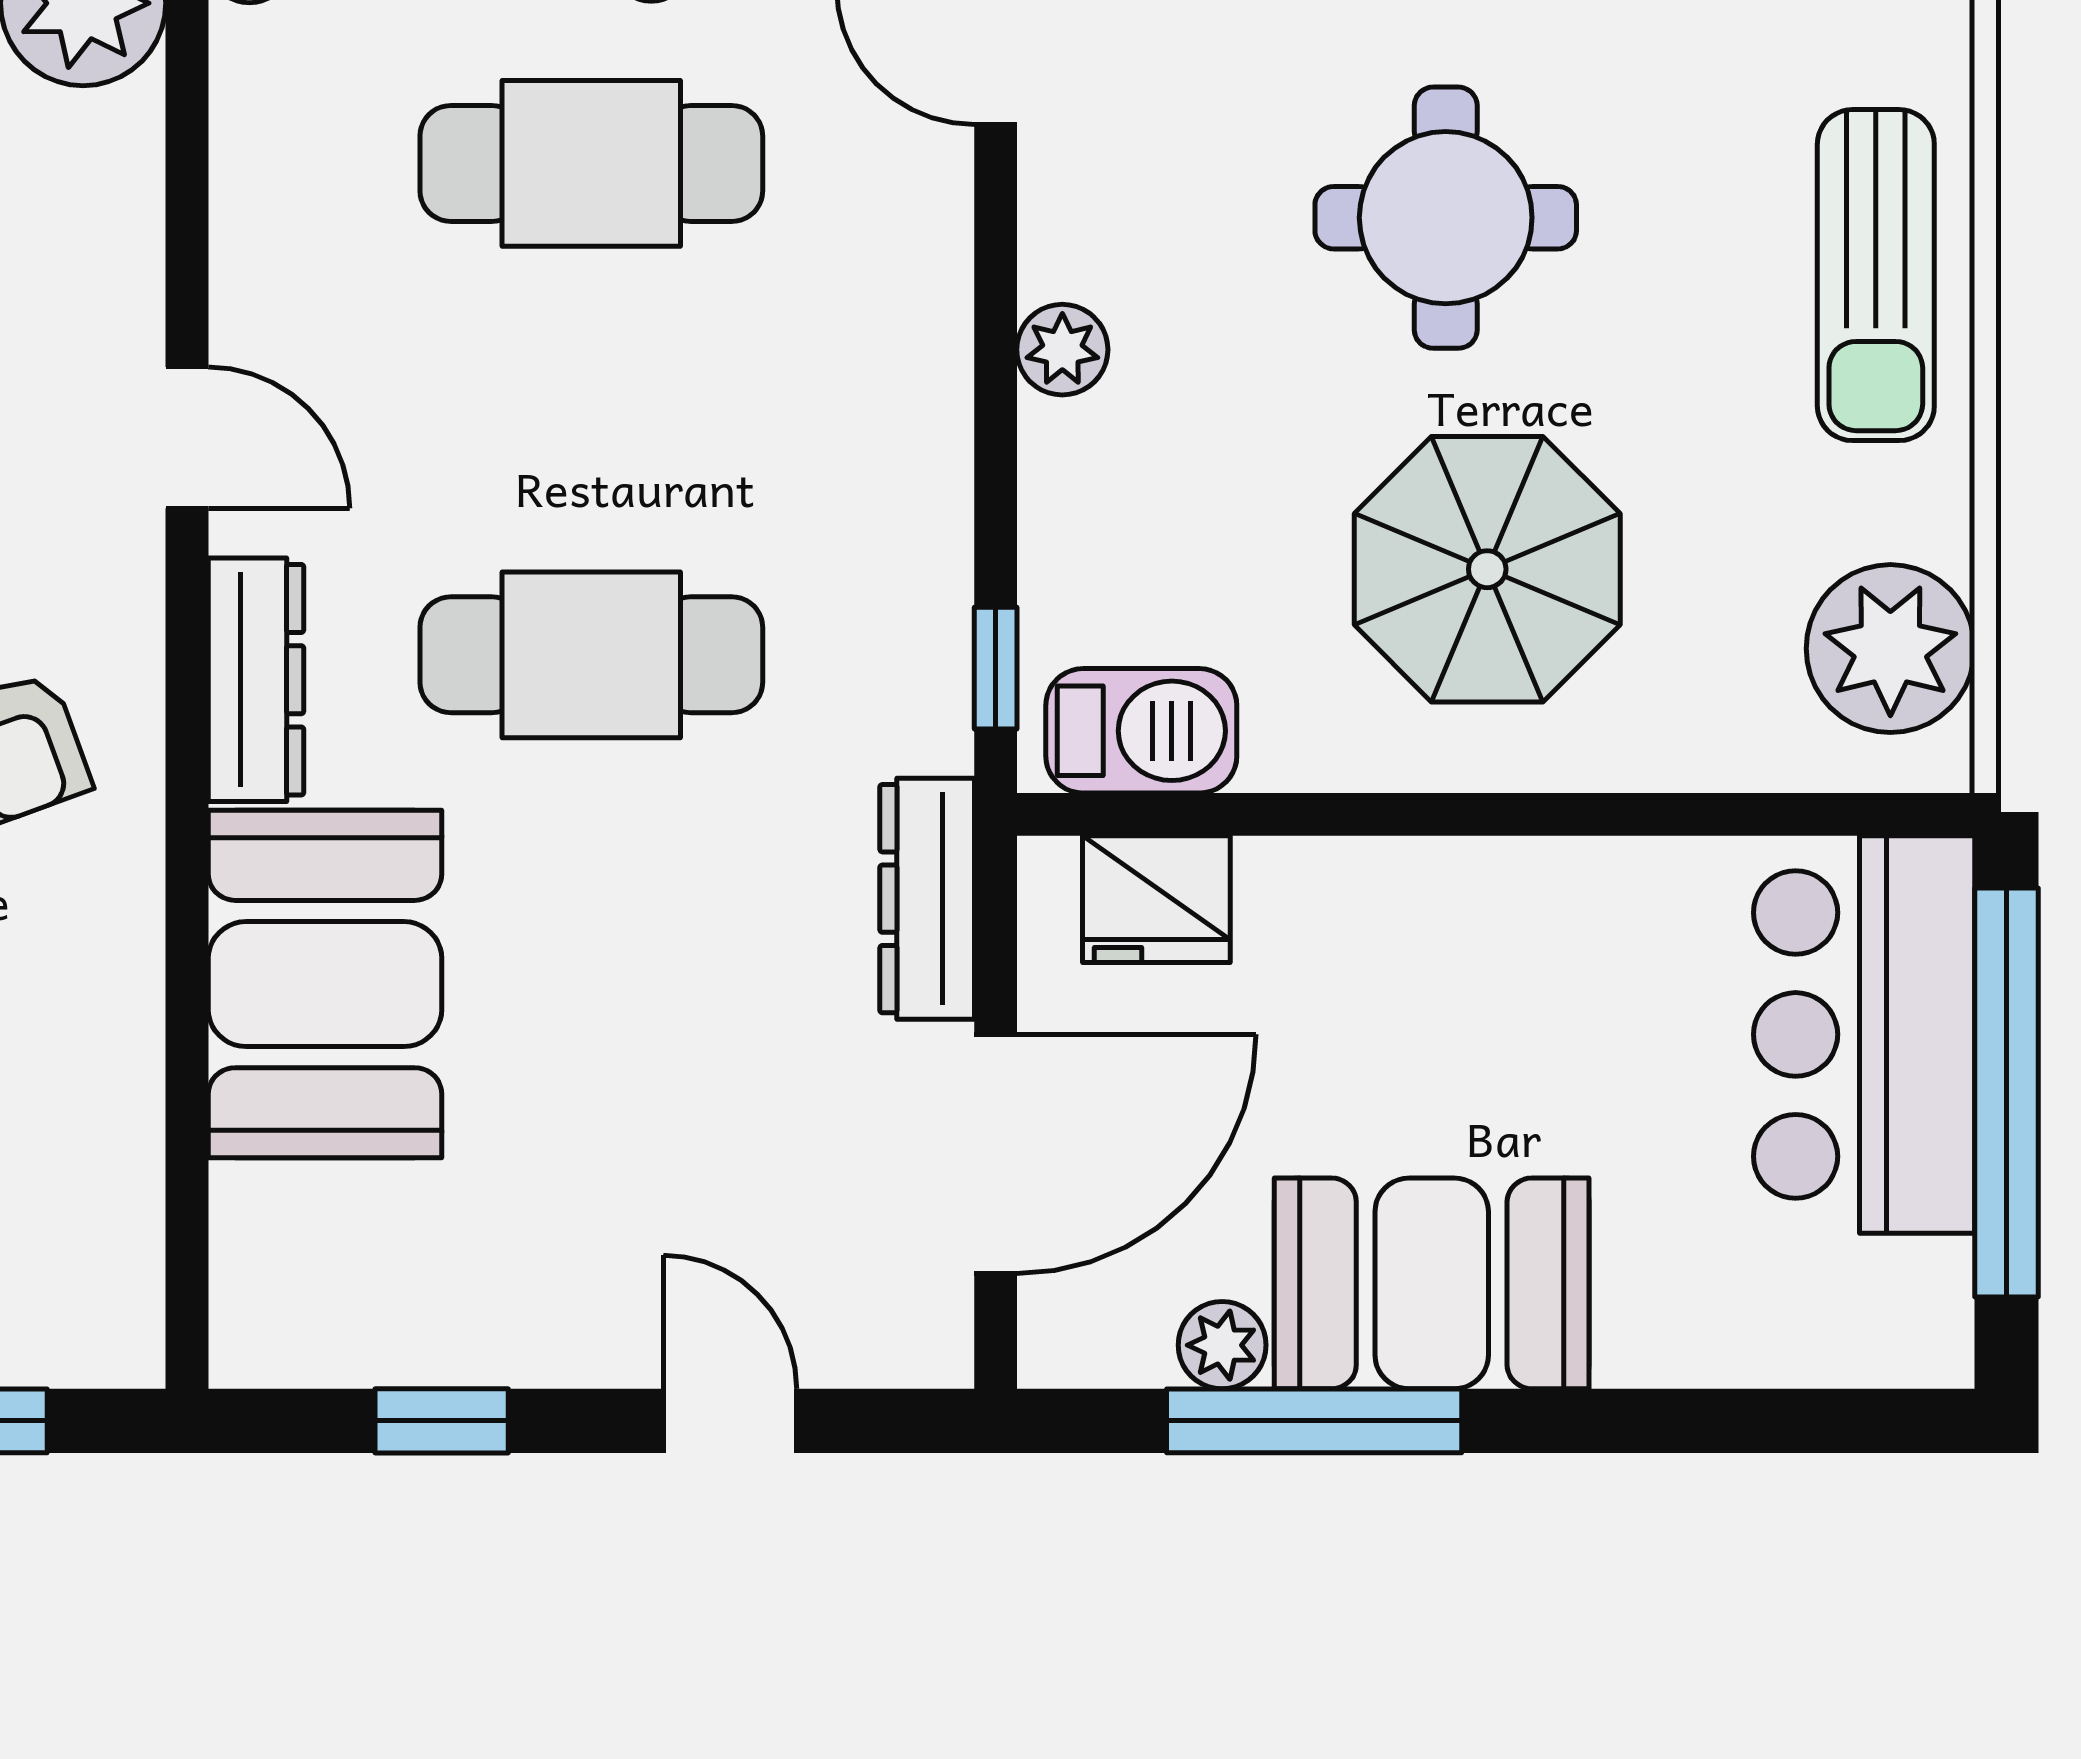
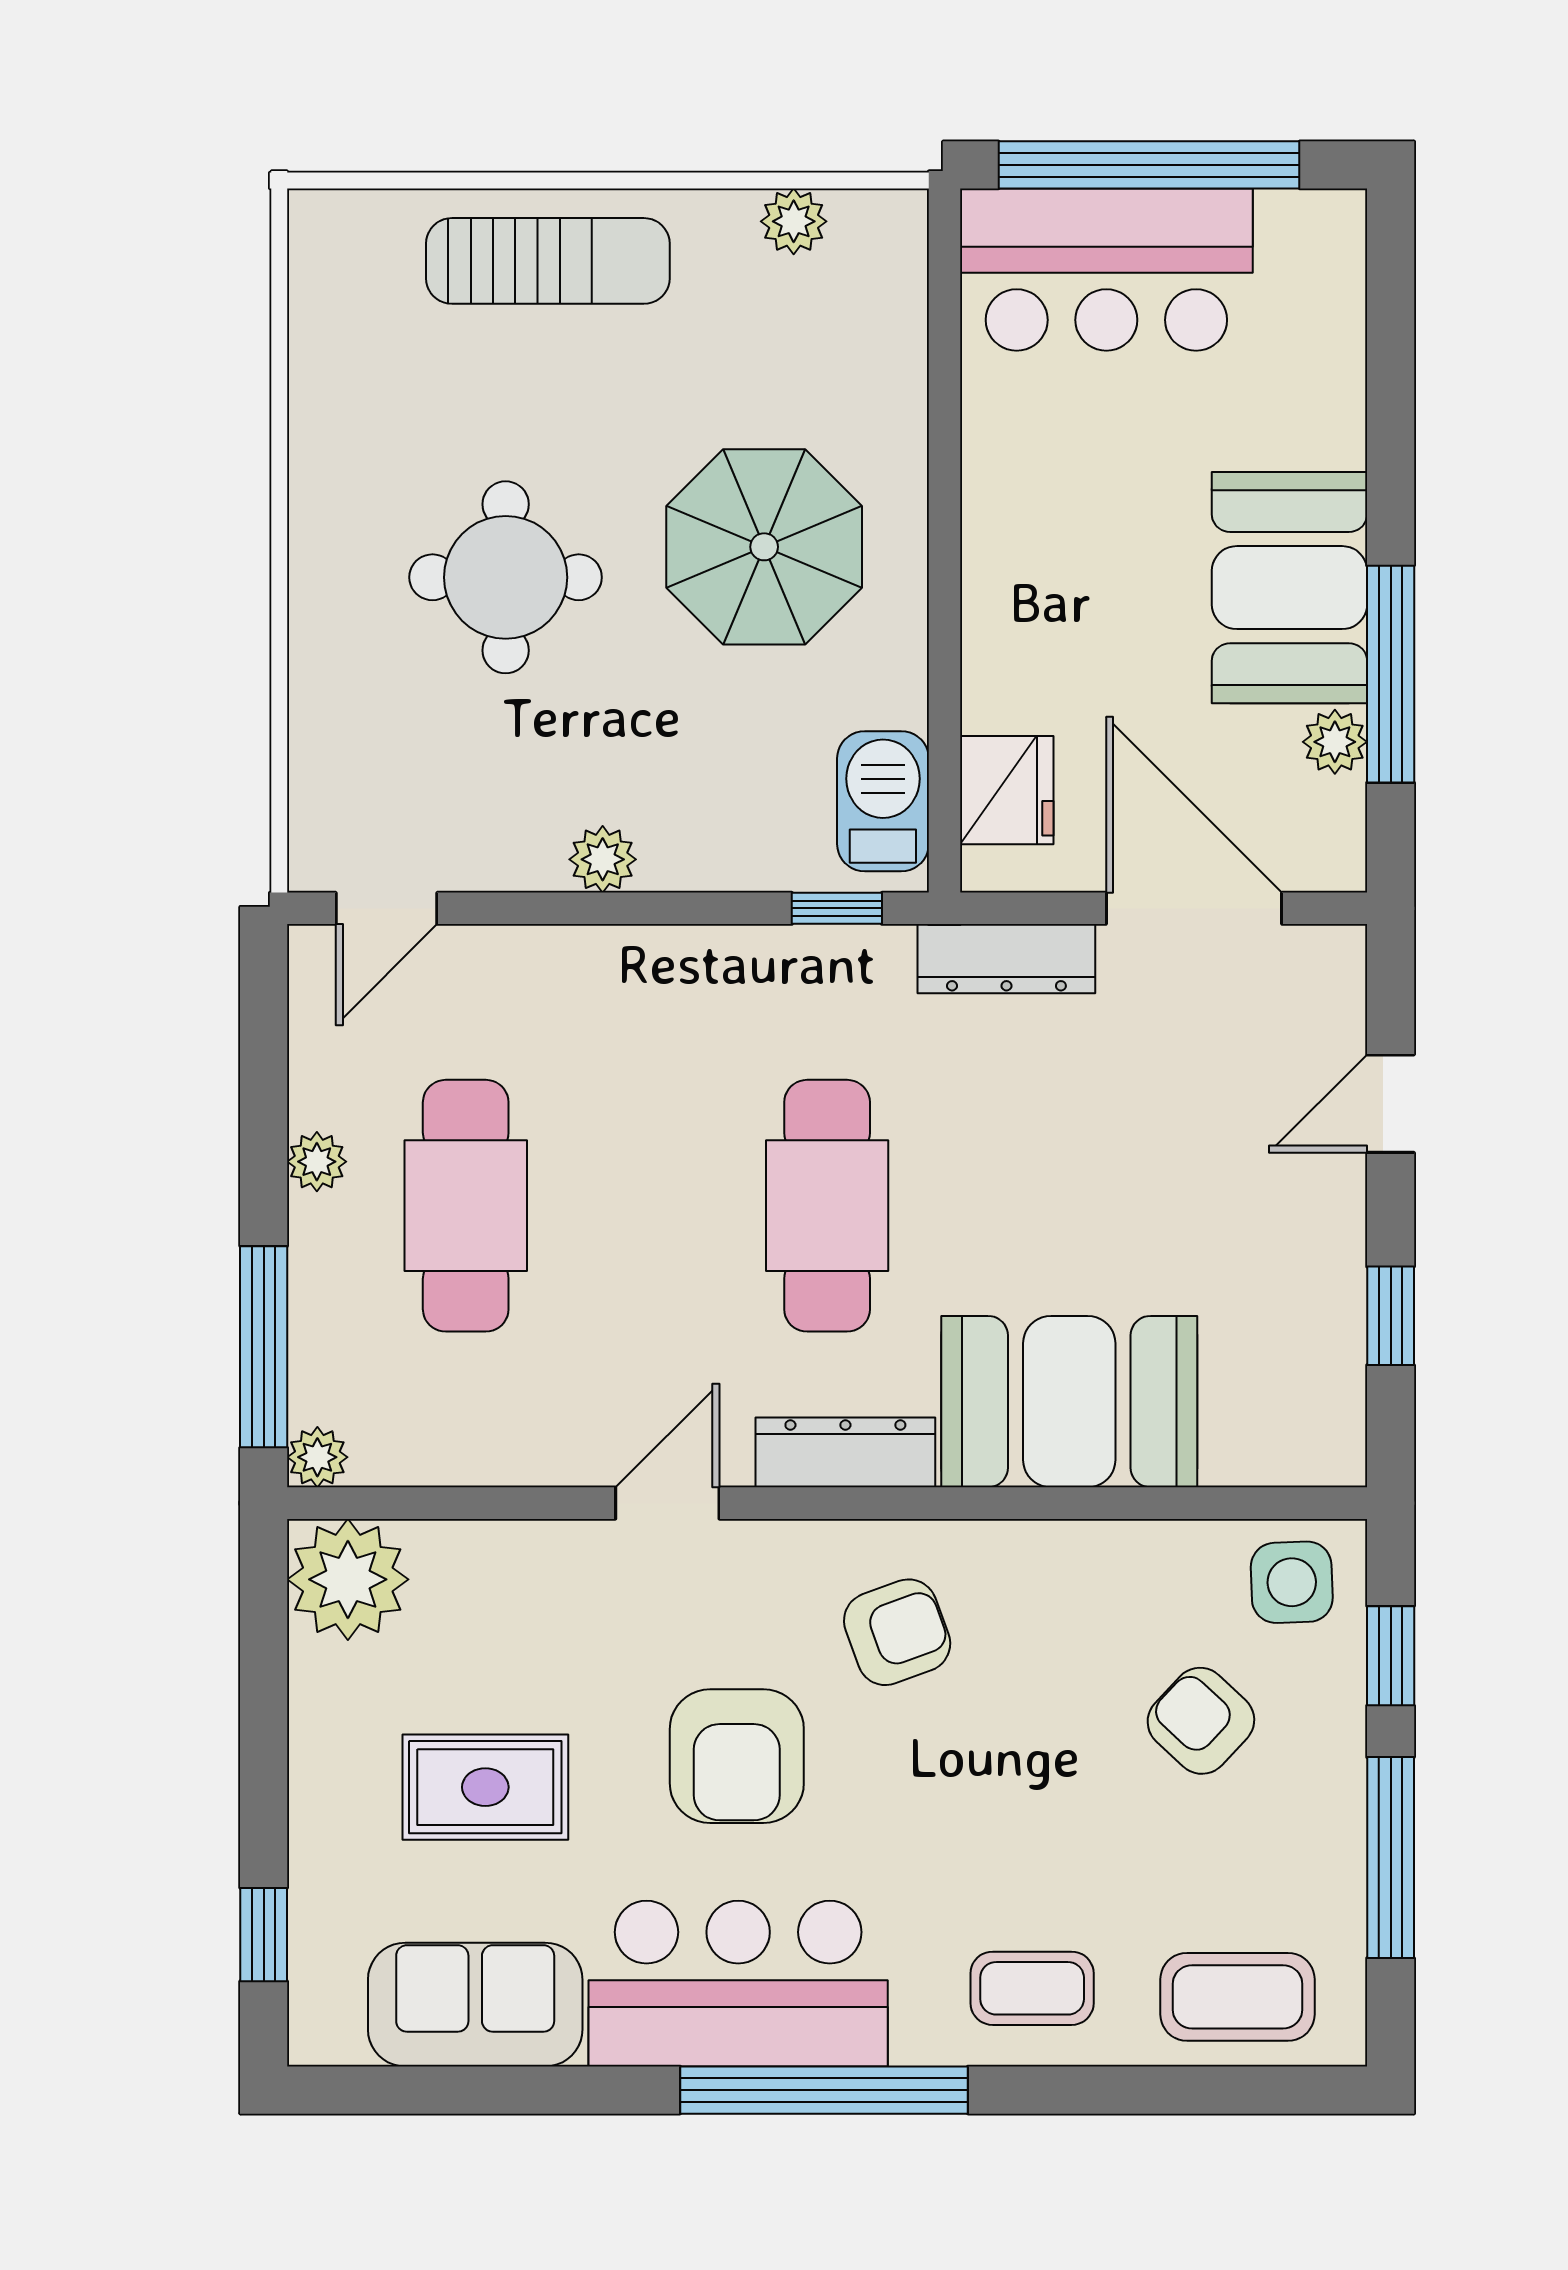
plant: (1890, 649) -> (794, 221), width x0.53, depth x0.53
side table: (79, 1287) -> (1292, 1582), added

